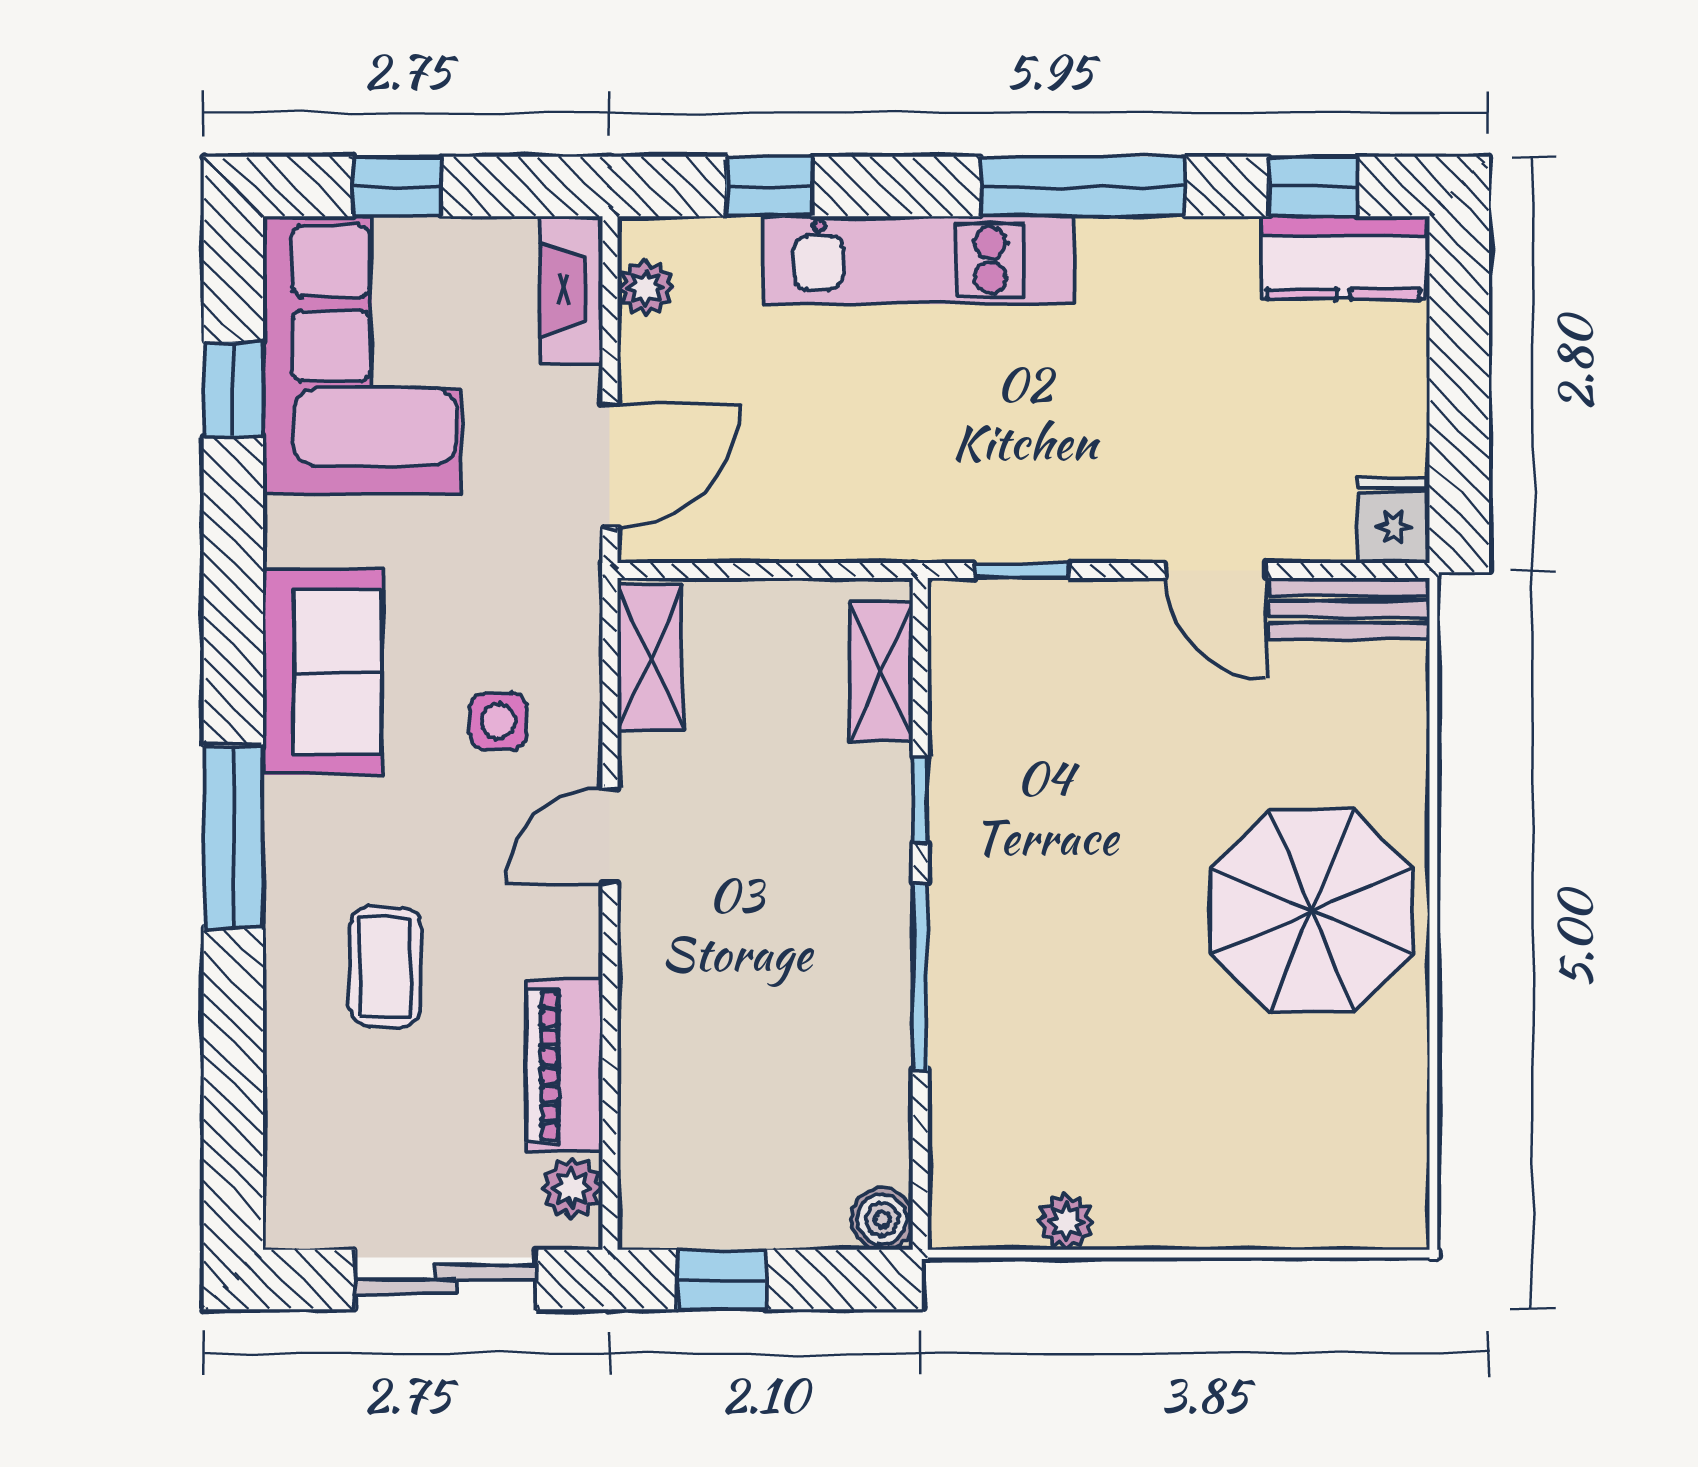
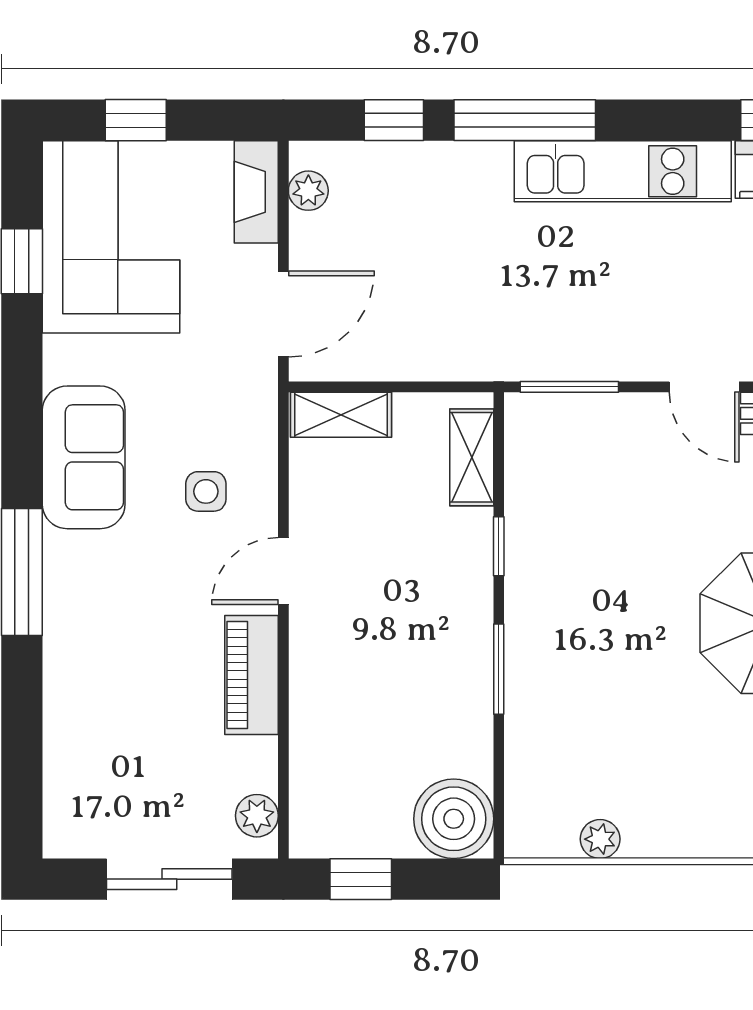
window: (1082, 187) -> (525, 120), moved
kitchen unit: (918, 260) -> (623, 171), moved
window: (1022, 571) -> (569, 387), width x1.50
shelving: (650, 657) -> (341, 415), moved, turned 90
coffee table: (385, 967) -> (127, 662), removed
window: (920, 977) -> (499, 669), width x0.69
piano: (564, 1066) -> (252, 675), moved
boiler: (882, 1219) -> (454, 819), width x1.86, depth x1.86

